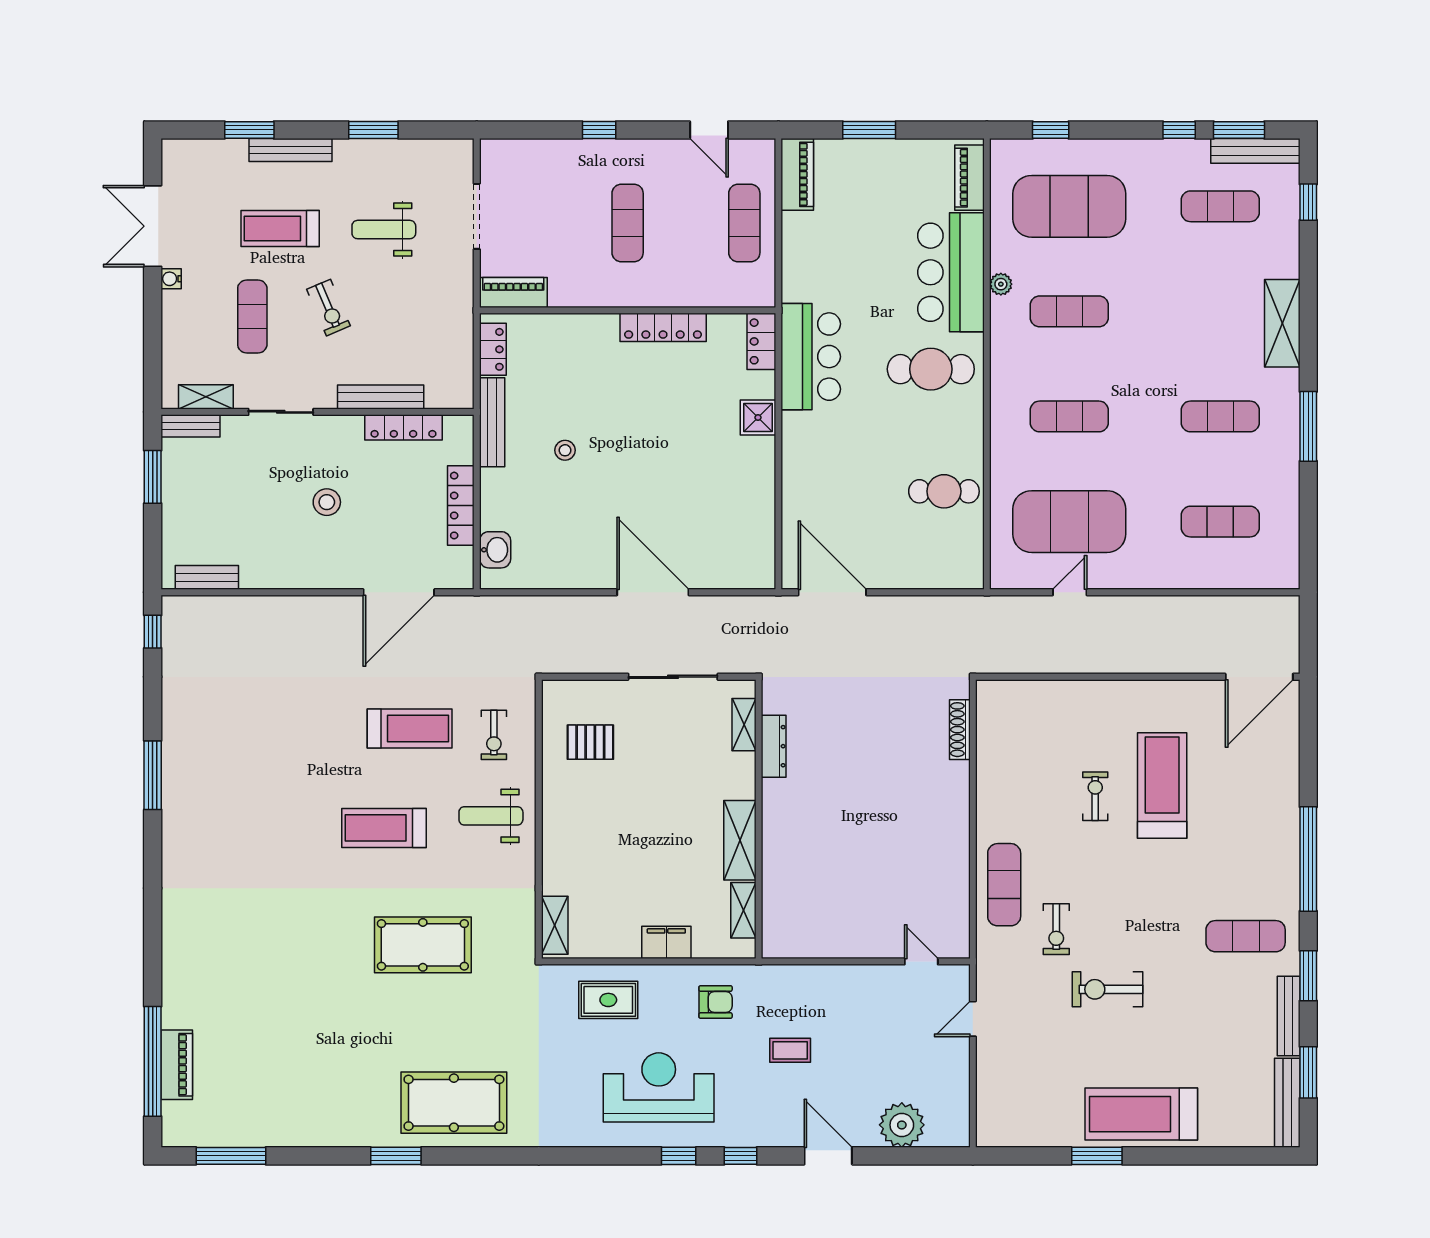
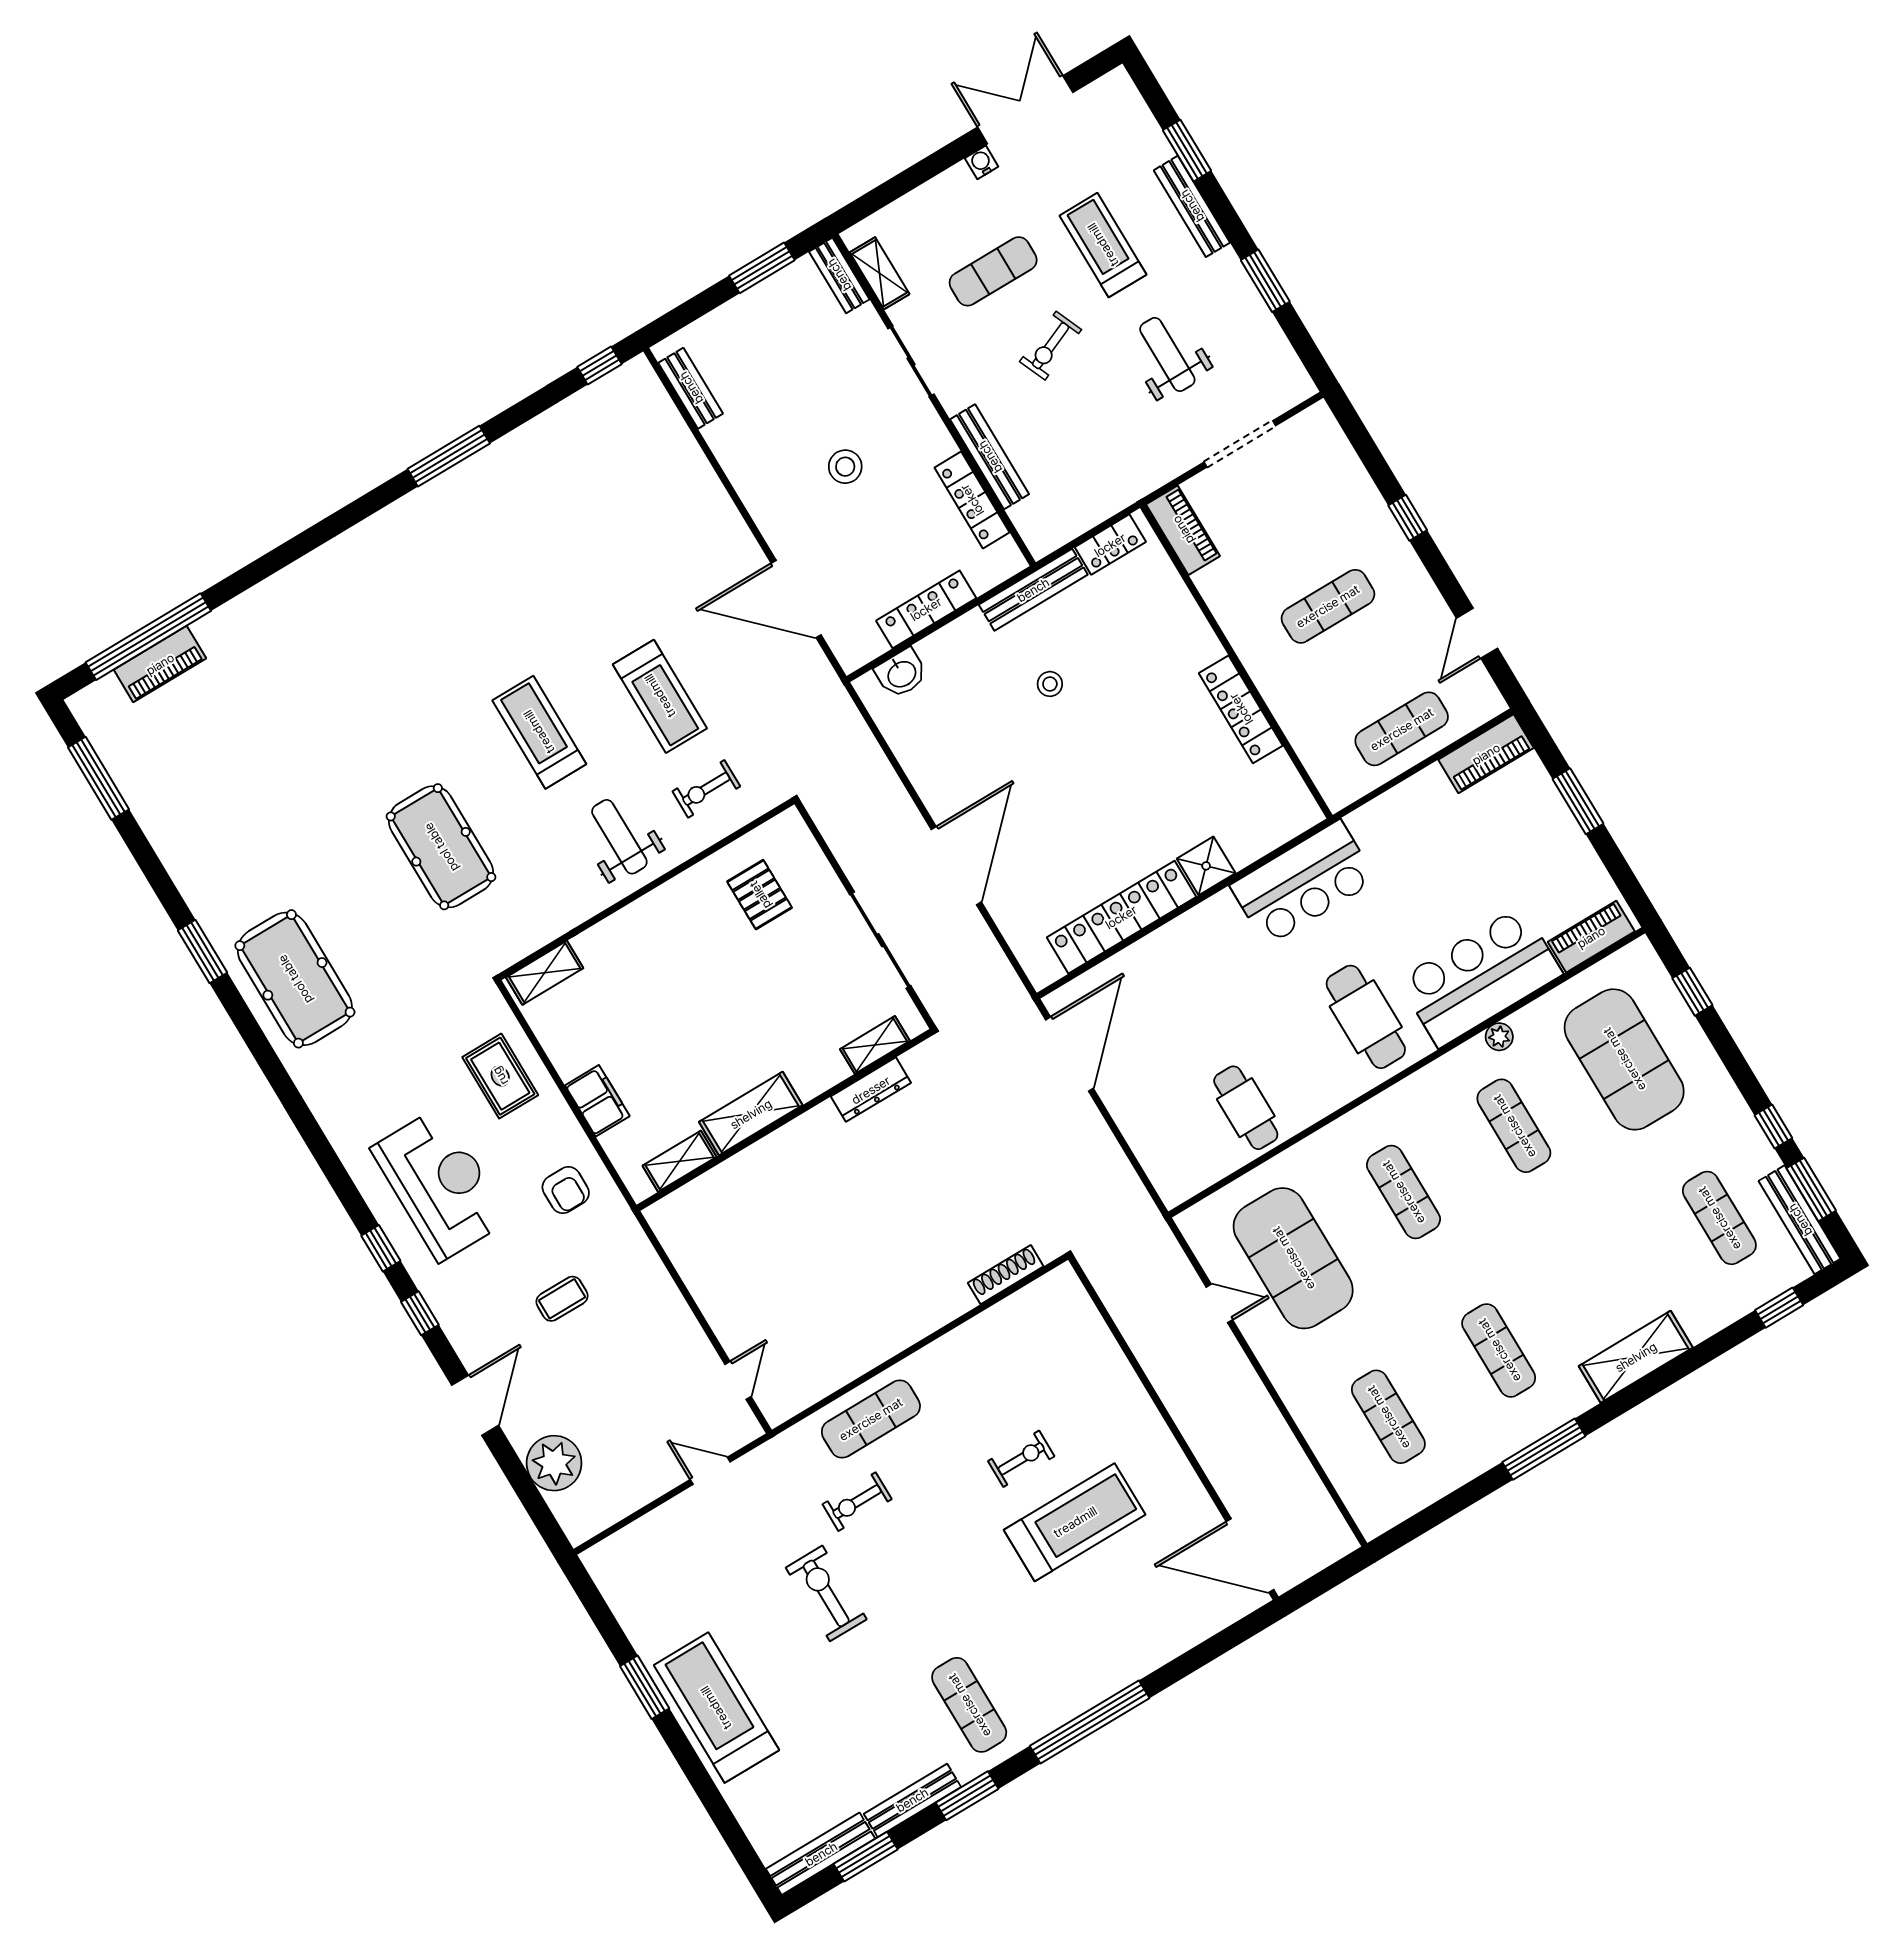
locker: (761, 341) -> (1121, 917), moved, width x2.16, depth x1.21
coffee table: (790, 1050) -> (562, 1299), turned 90

